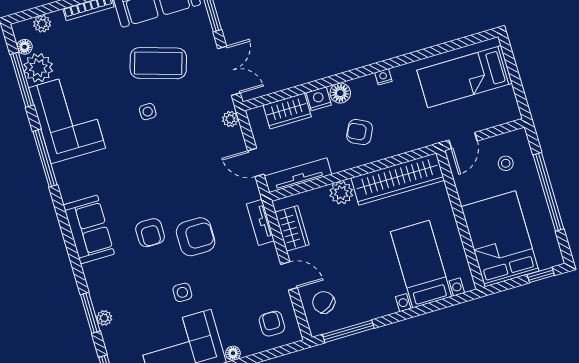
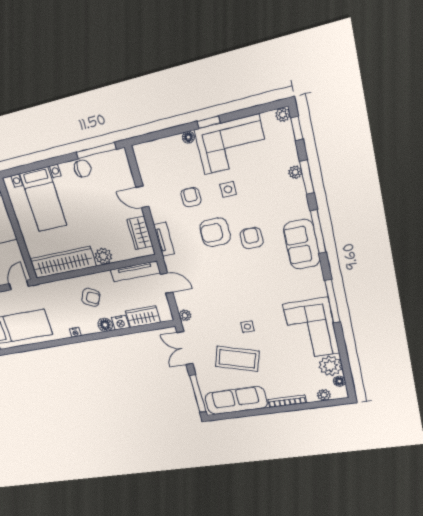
window: (22, 80) -> (318, 232), moved
chair: (324, 302) -> (83, 169), moved, turned -55
armchair: (272, 324) -> (191, 197), moved, turned 180

